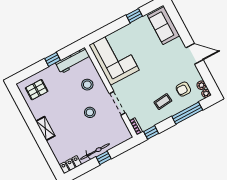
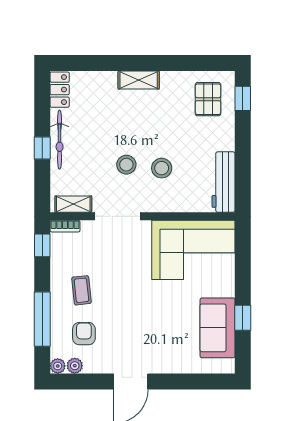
sofa: (164, 26) -> (218, 328), moved, turned -90
window: (52, 59) -> (243, 98), moved
stool: (87, 85) -> (162, 168), moved
shelving: (123, 128) -> (73, 204), added

